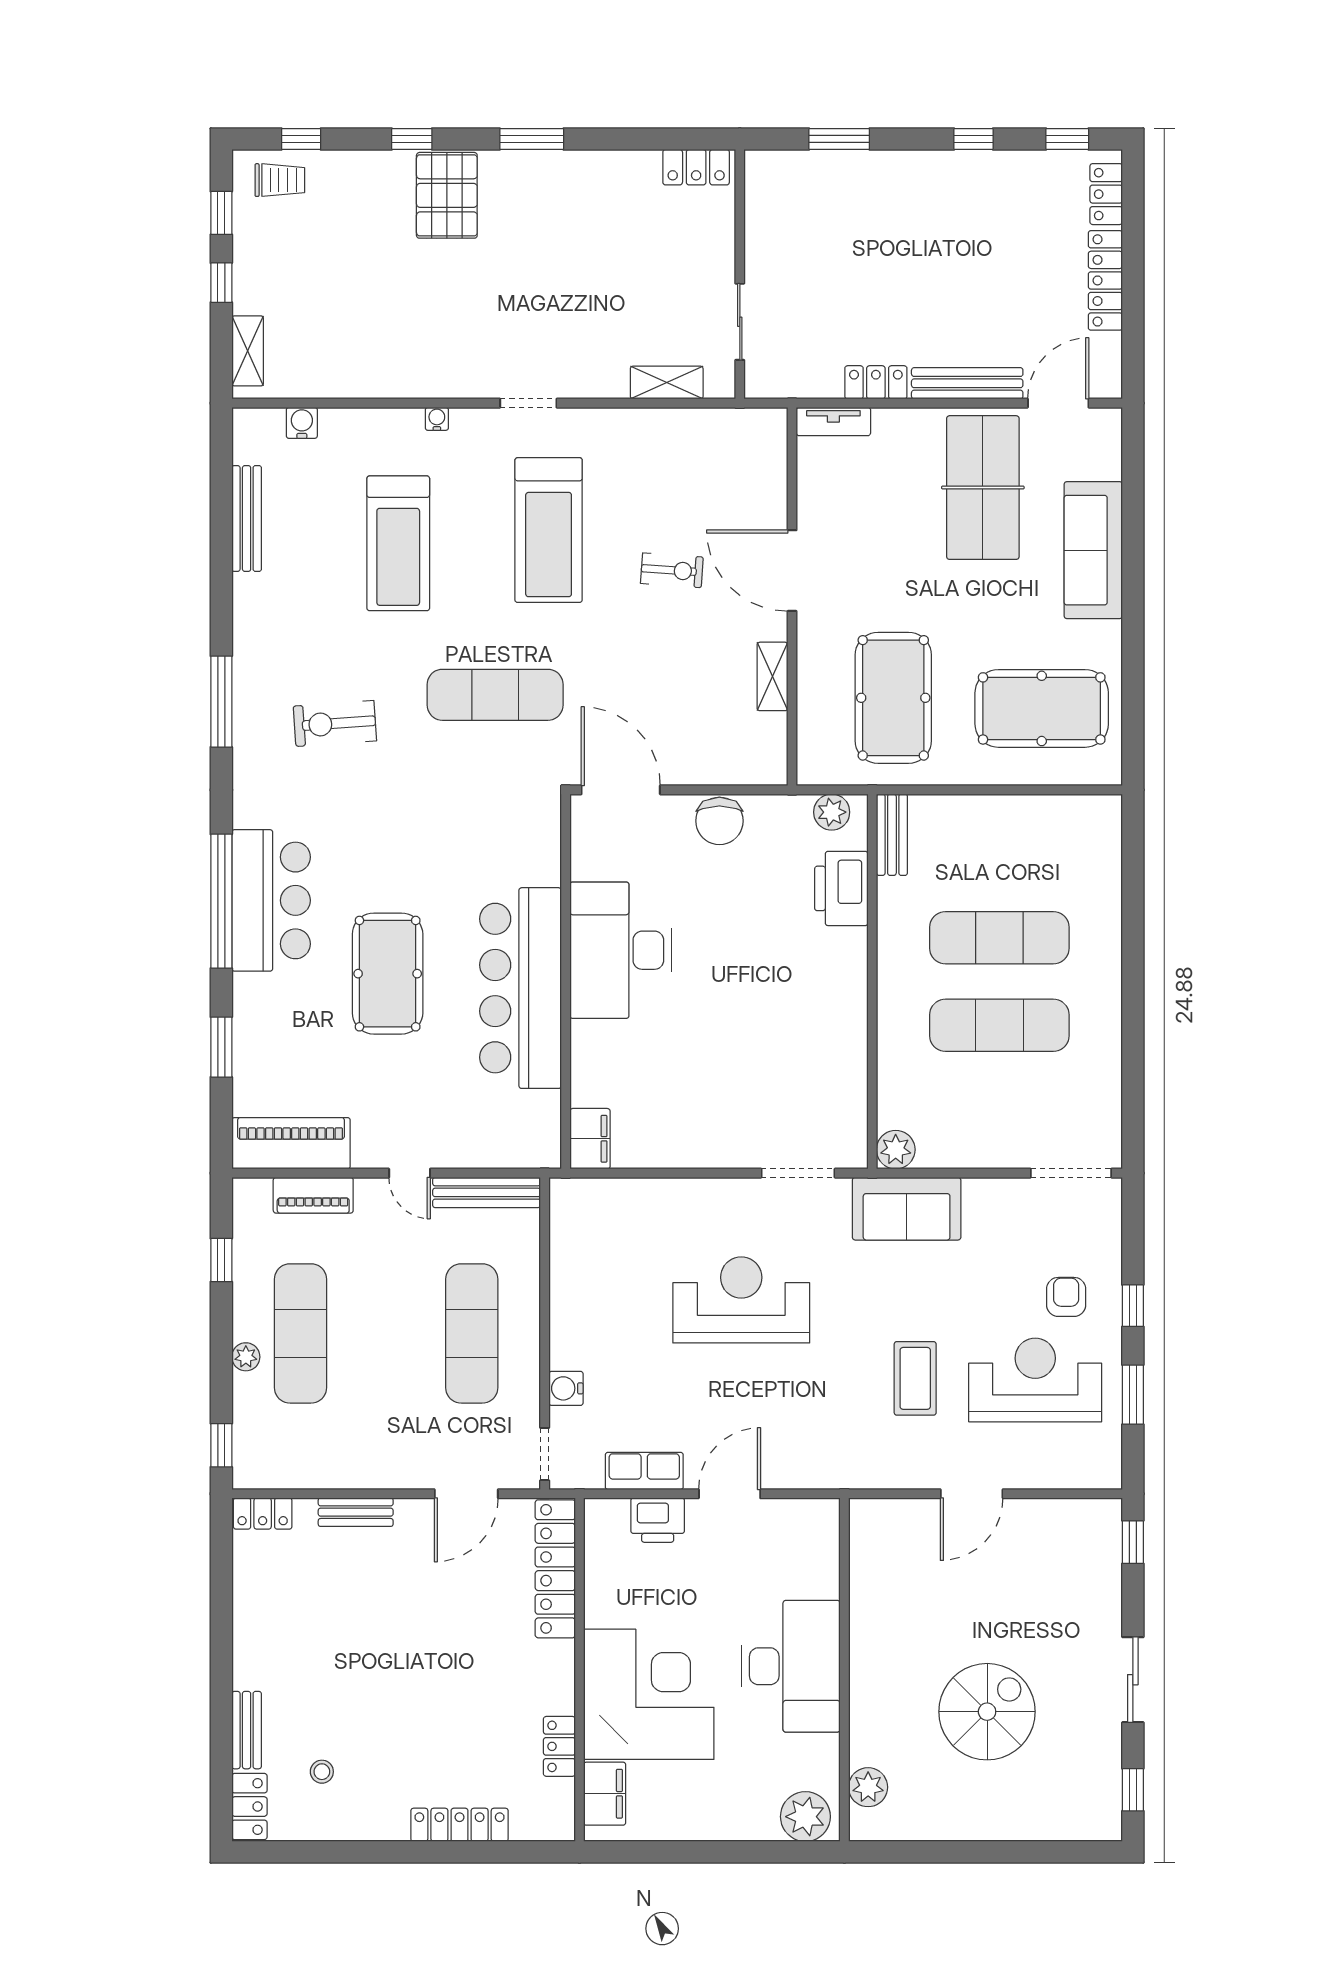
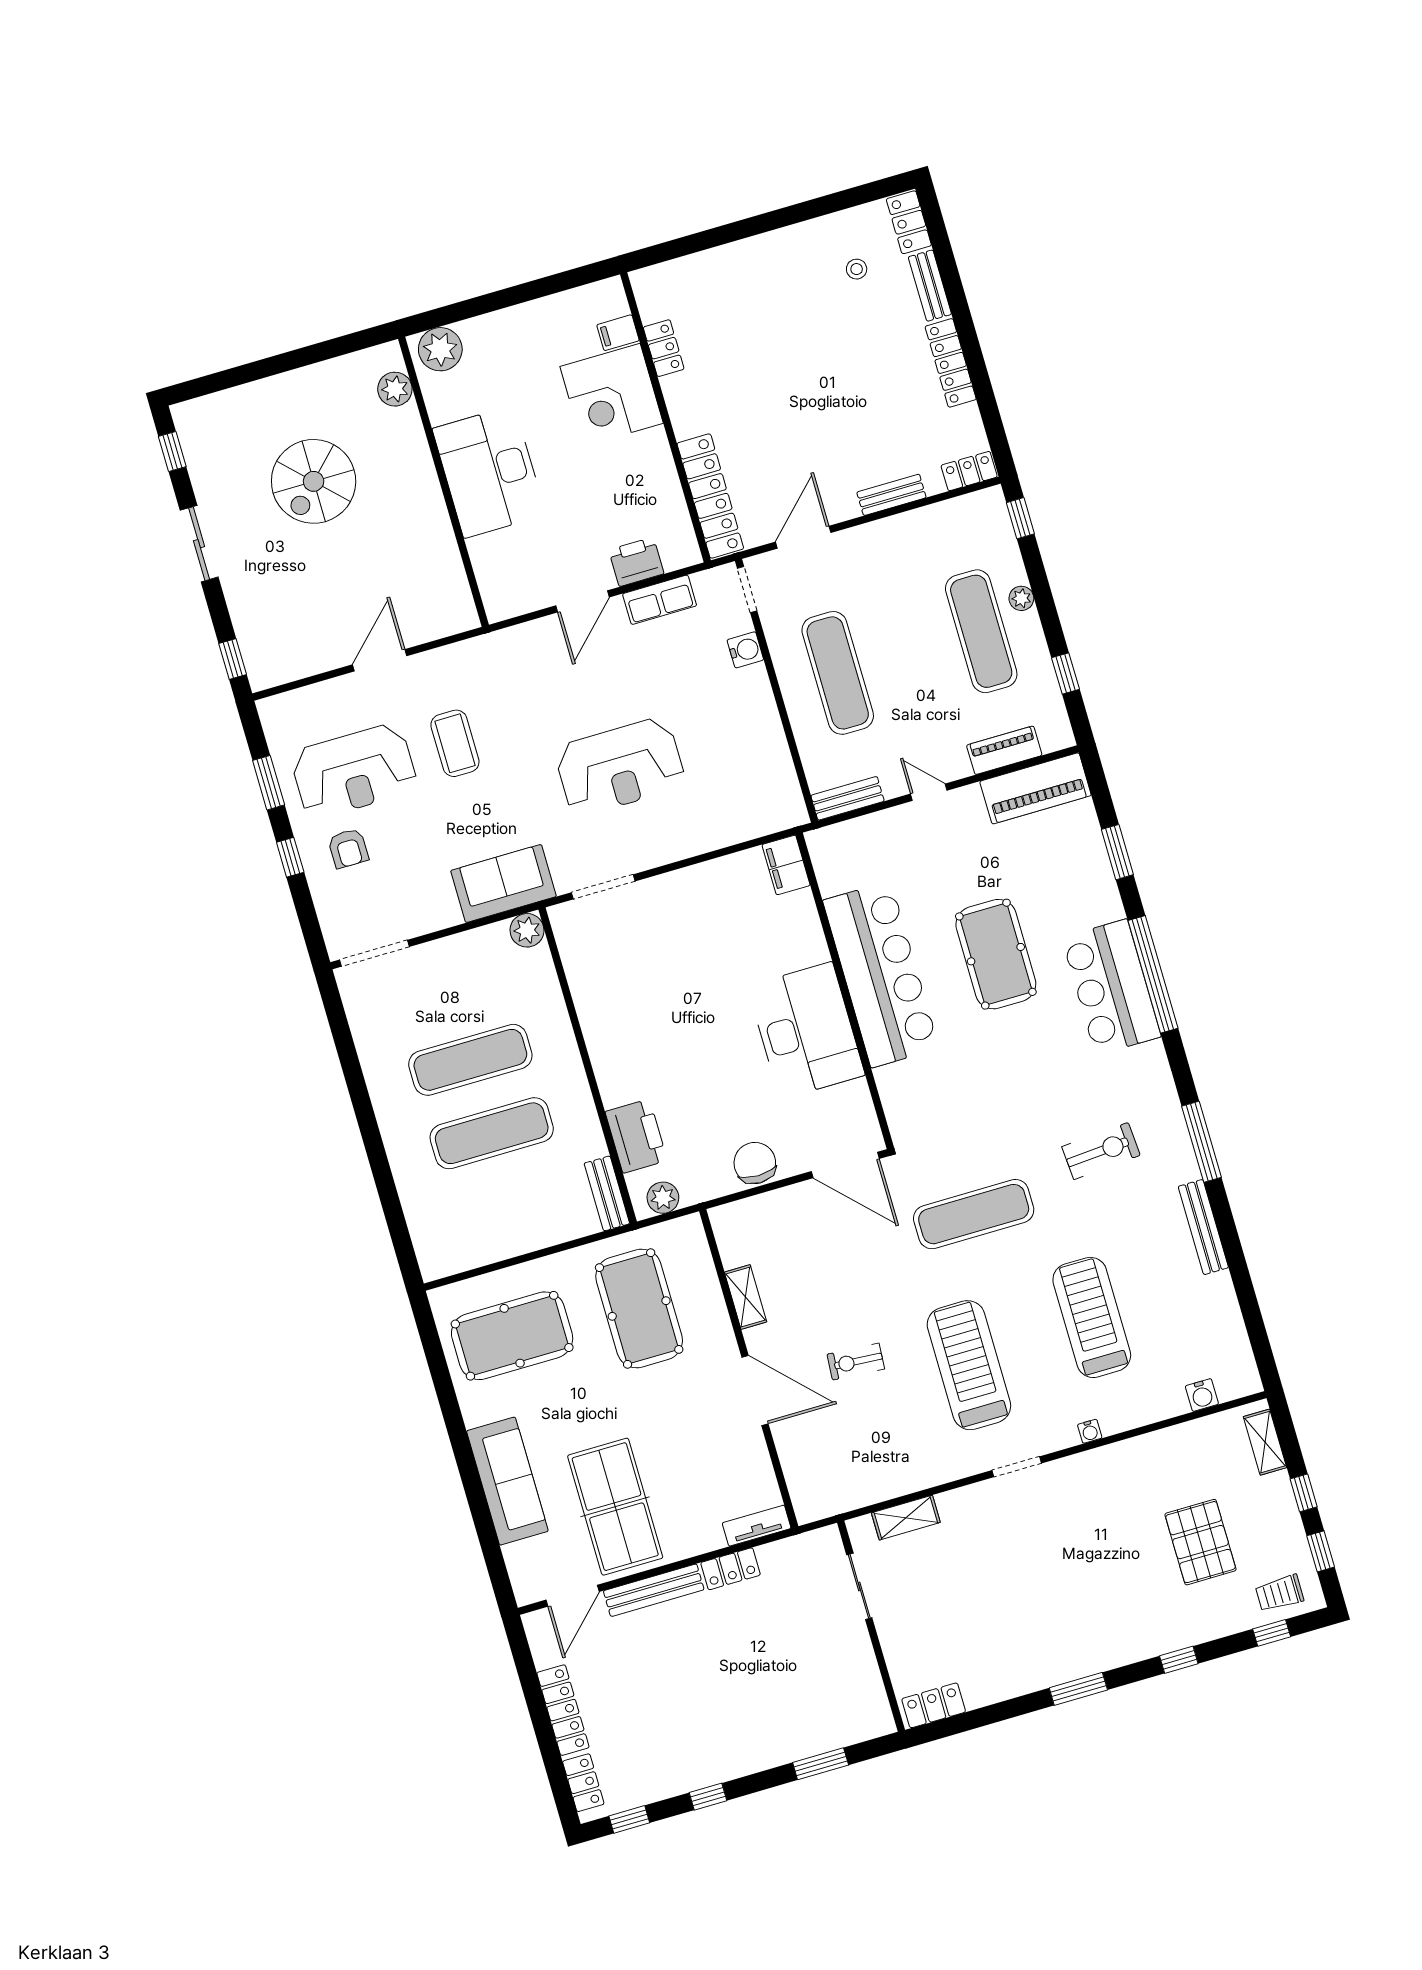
pallet: (447, 195) -> (1200, 1542), moved
bench: (247, 519) -> (1203, 1227), moved
bench: (487, 1192) -> (848, 798), width x0.73
corner desk: (649, 1694) -> (612, 395), width x0.74, depth x0.74
filing cabinet: (605, 1794) -> (618, 333), width x0.50
locker: (460, 1825) -> (951, 363), moved, turned 90

